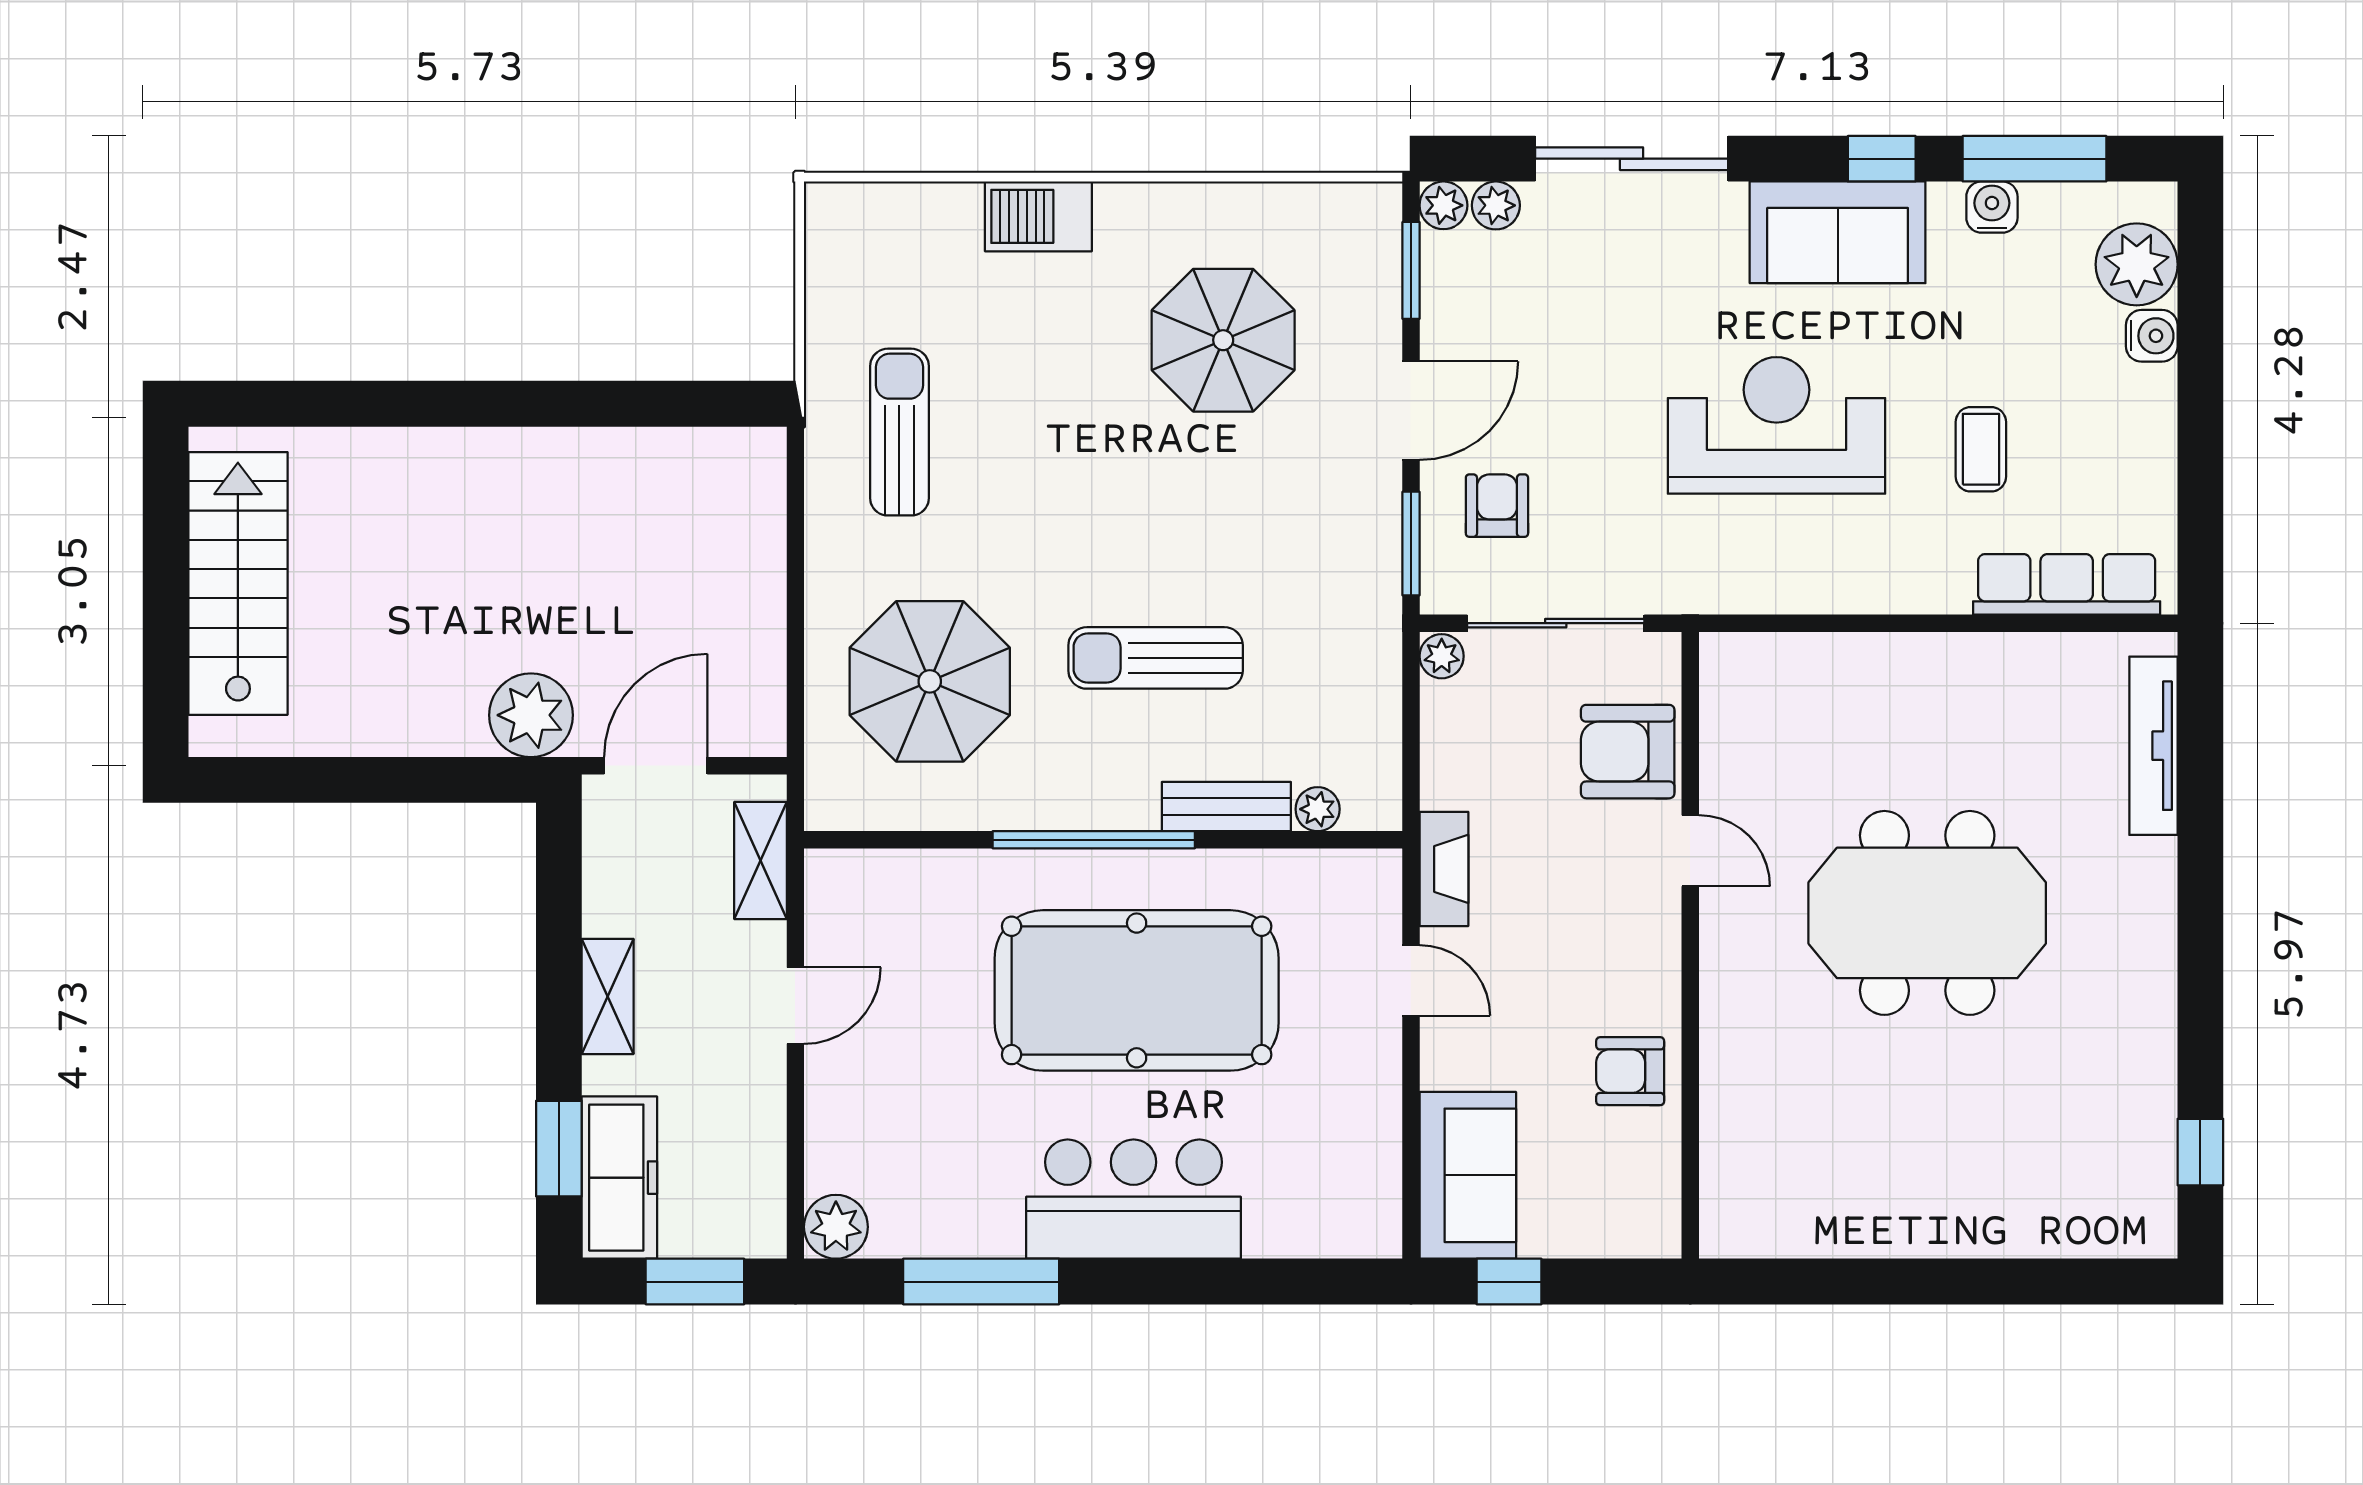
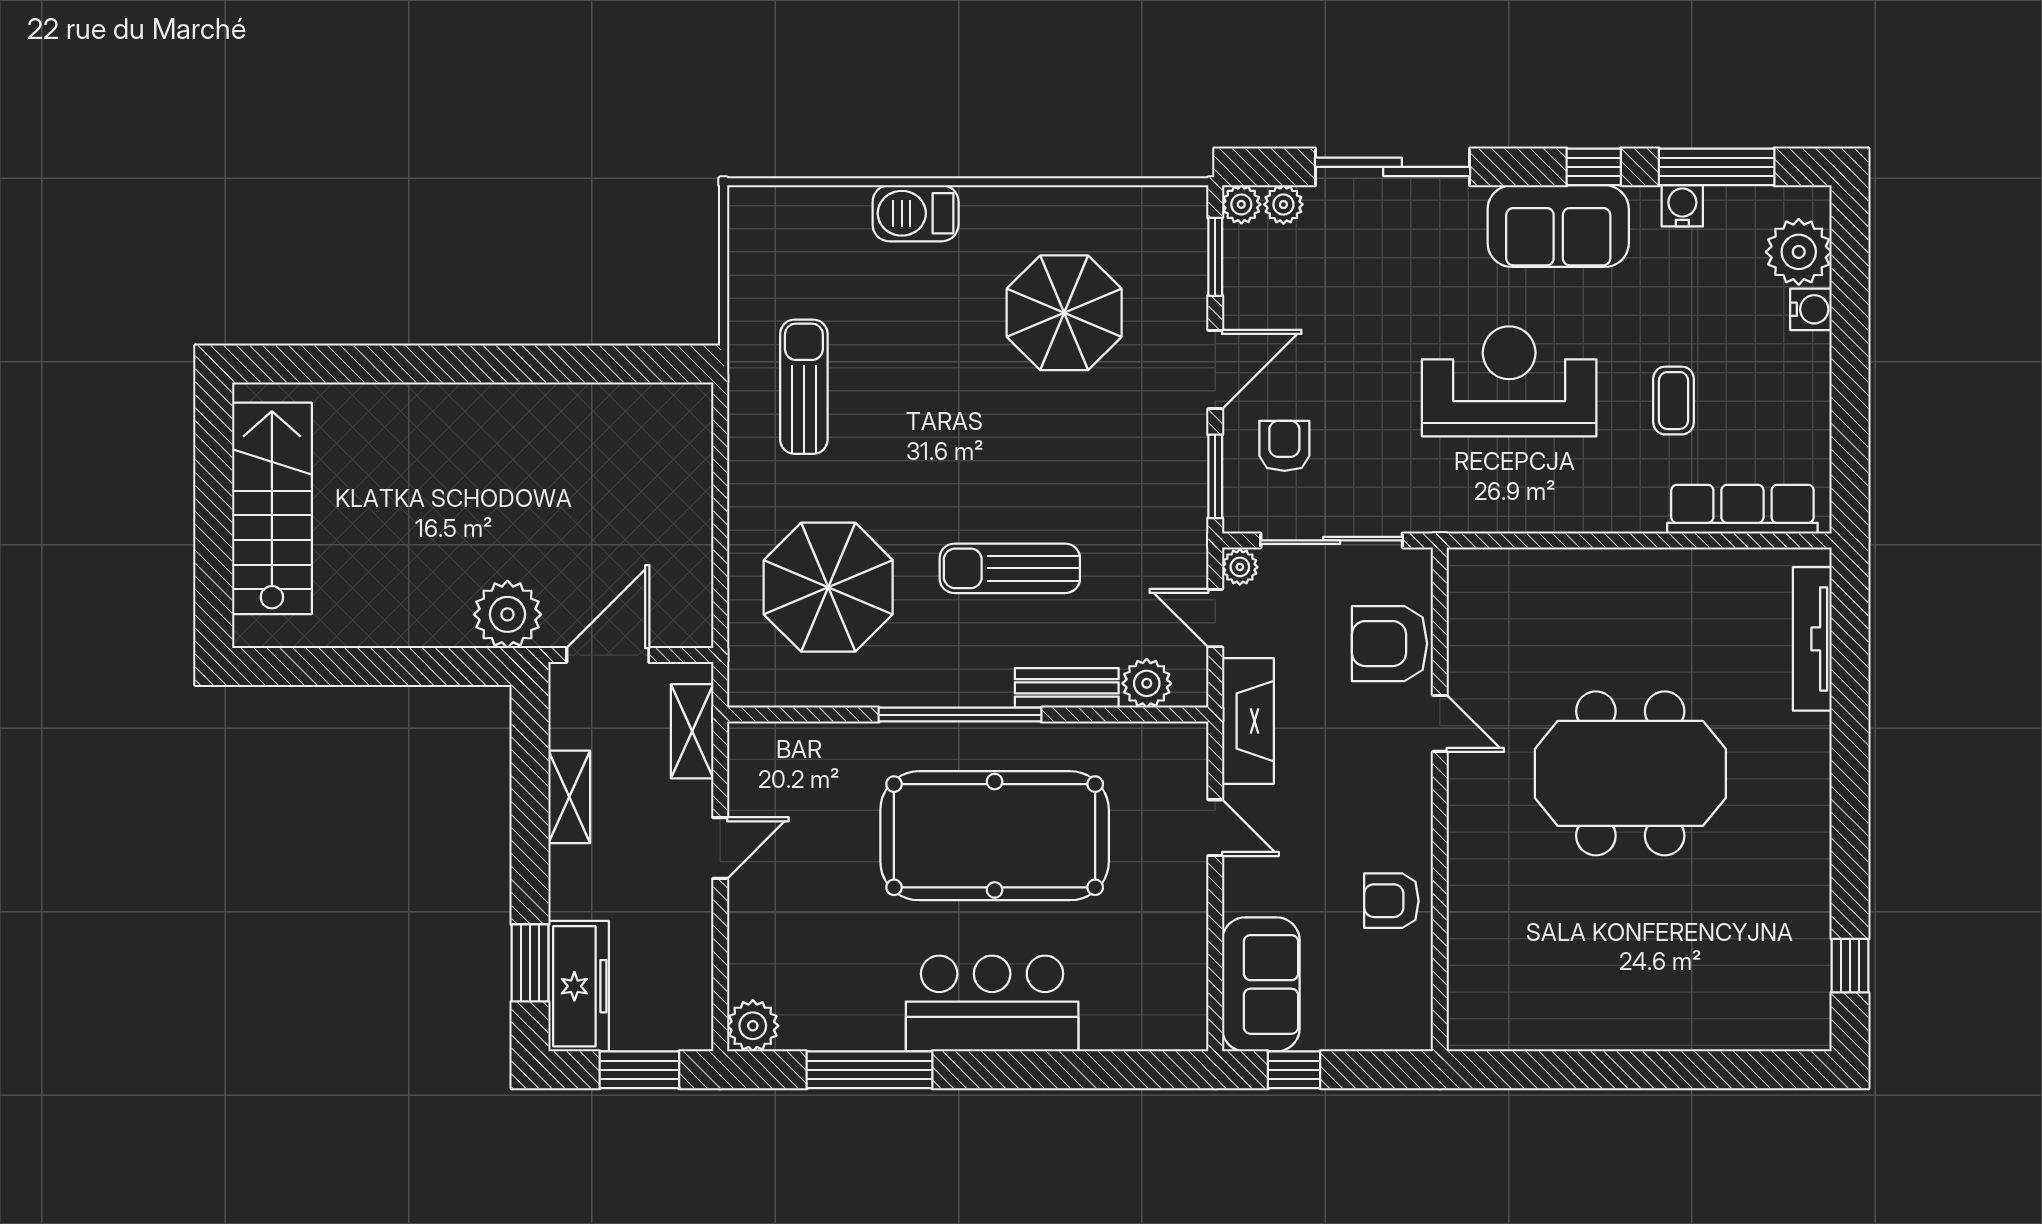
door: (1411, 720) -> (1215, 618), added
plant: (1318, 809) -> (1147, 683), width x1.38, depth x1.38
fireplace: (1444, 869) -> (1248, 721), width x1.37, depth x1.32
shelving: (608, 996) -> (569, 797), moved

